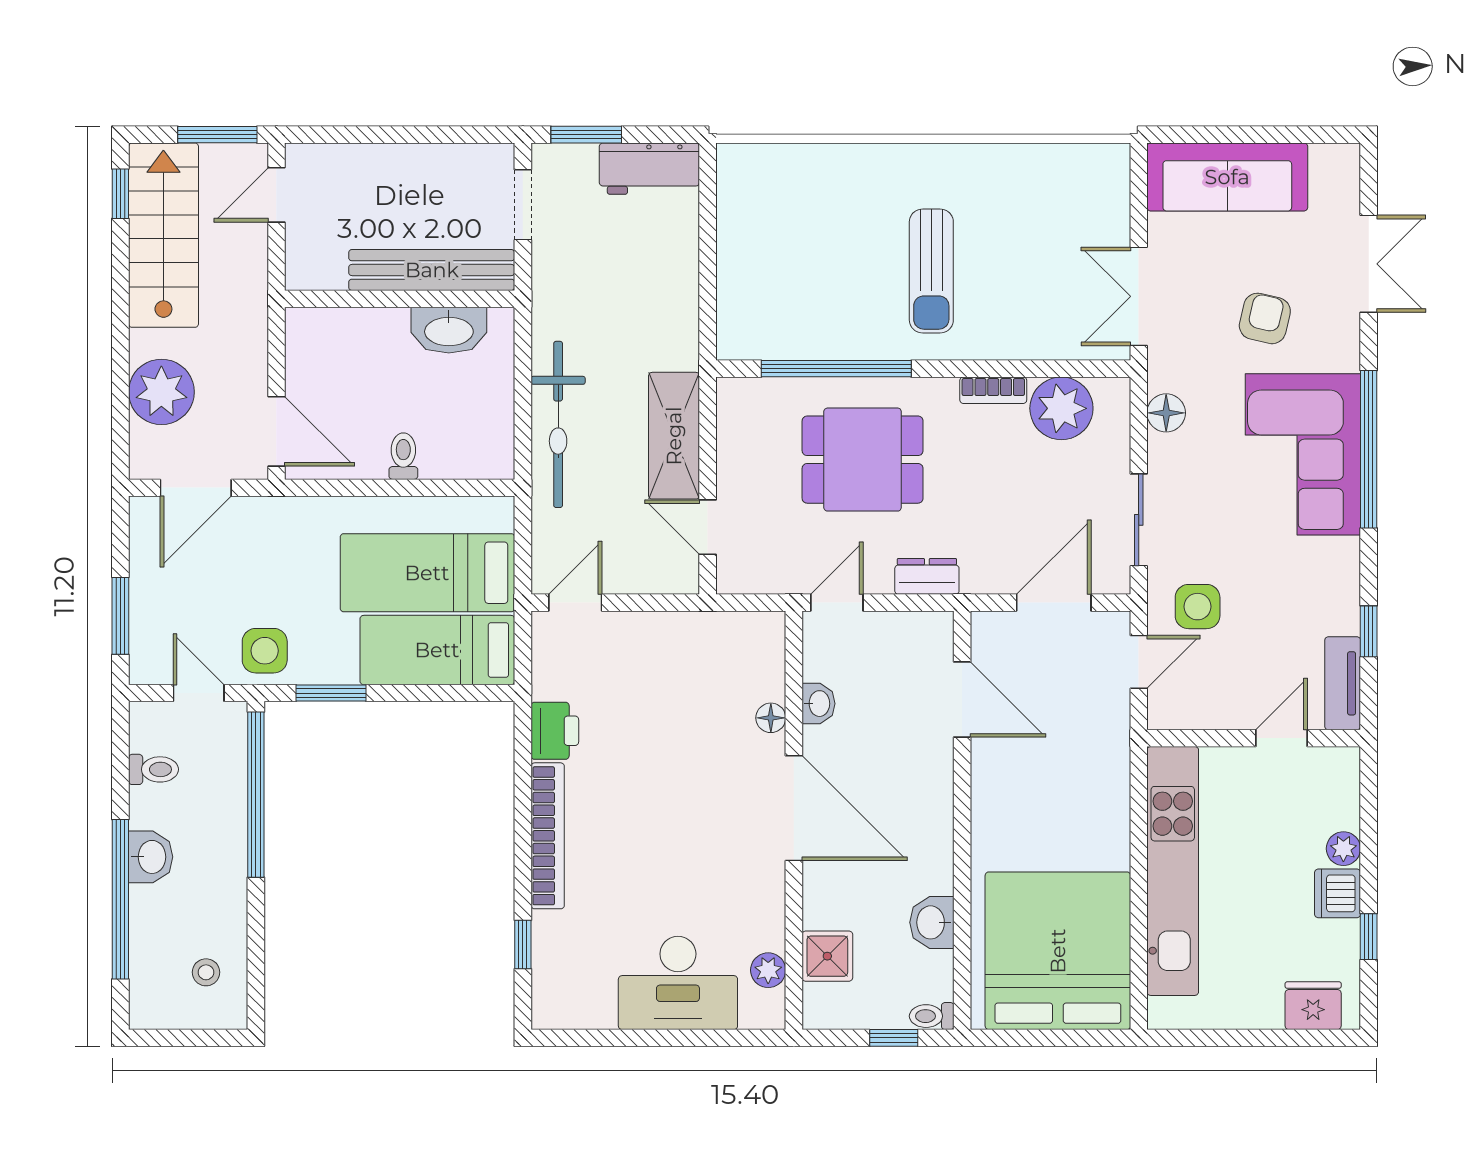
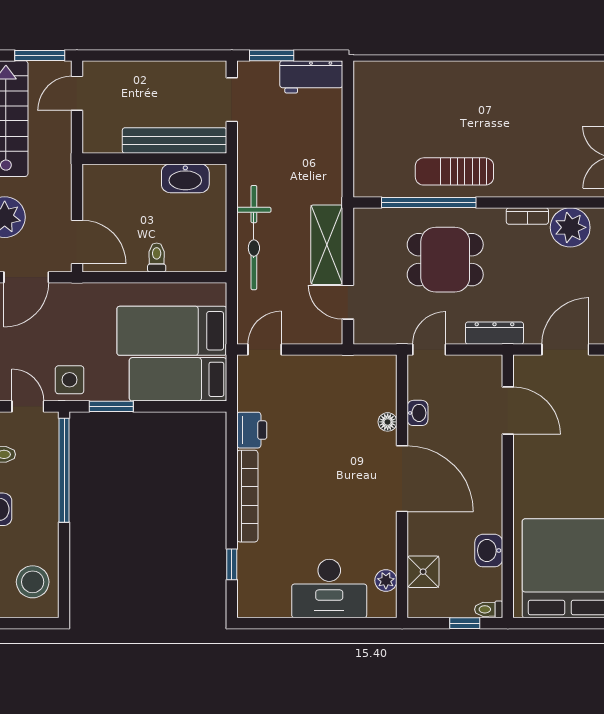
sun lounger: (931, 271) -> (454, 171), moved, turned 90
dresser: (927, 576) -> (494, 333), width x1.44
stool: (206, 972) -> (33, 582), width x1.89, depth x1.89

